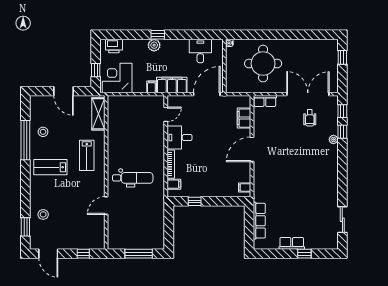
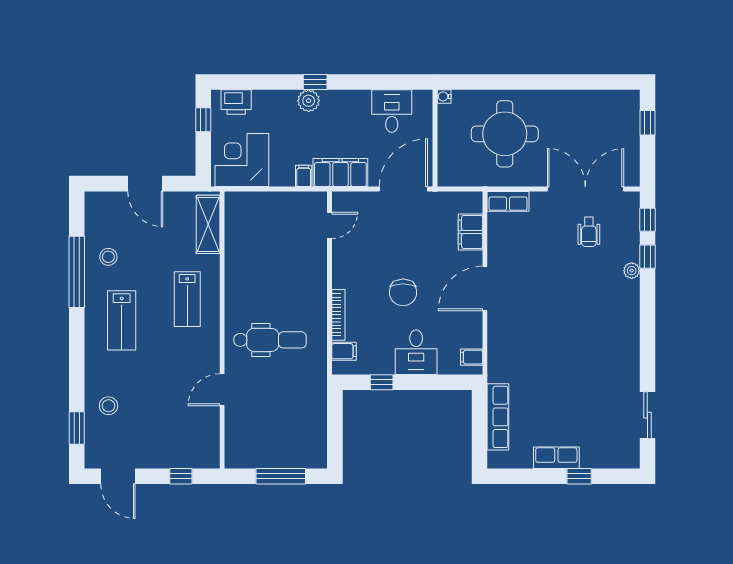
window: (96, 70) -> (203, 120), moved
desk: (179, 137) -> (416, 352), moved, turned -90
chair: (207, 152) -> (403, 292), added
lab bench: (50, 167) -> (122, 320), turned -90

